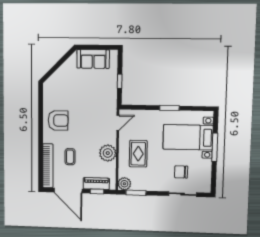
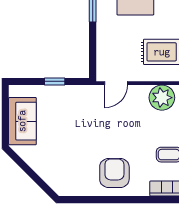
door: (118, 123) -> (116, 83), swing flipped

